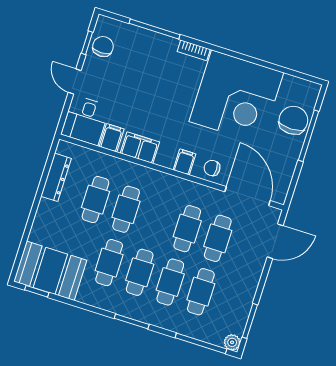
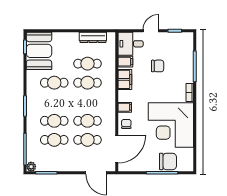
chair: (103, 47) -> (158, 66), moved
cafe table: (140, 272) -> (54, 102), removed

